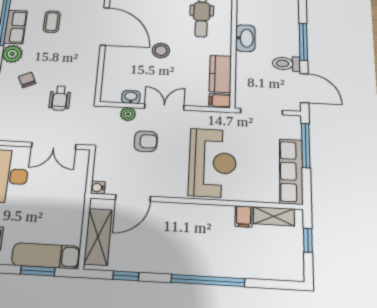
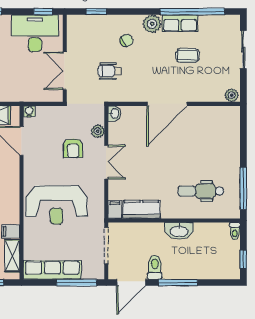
door: (105, 26) -> (167, 104), moved
stool: (161, 51) -> (162, 156), removed
washbasin: (131, 97) -> (114, 114), moved

